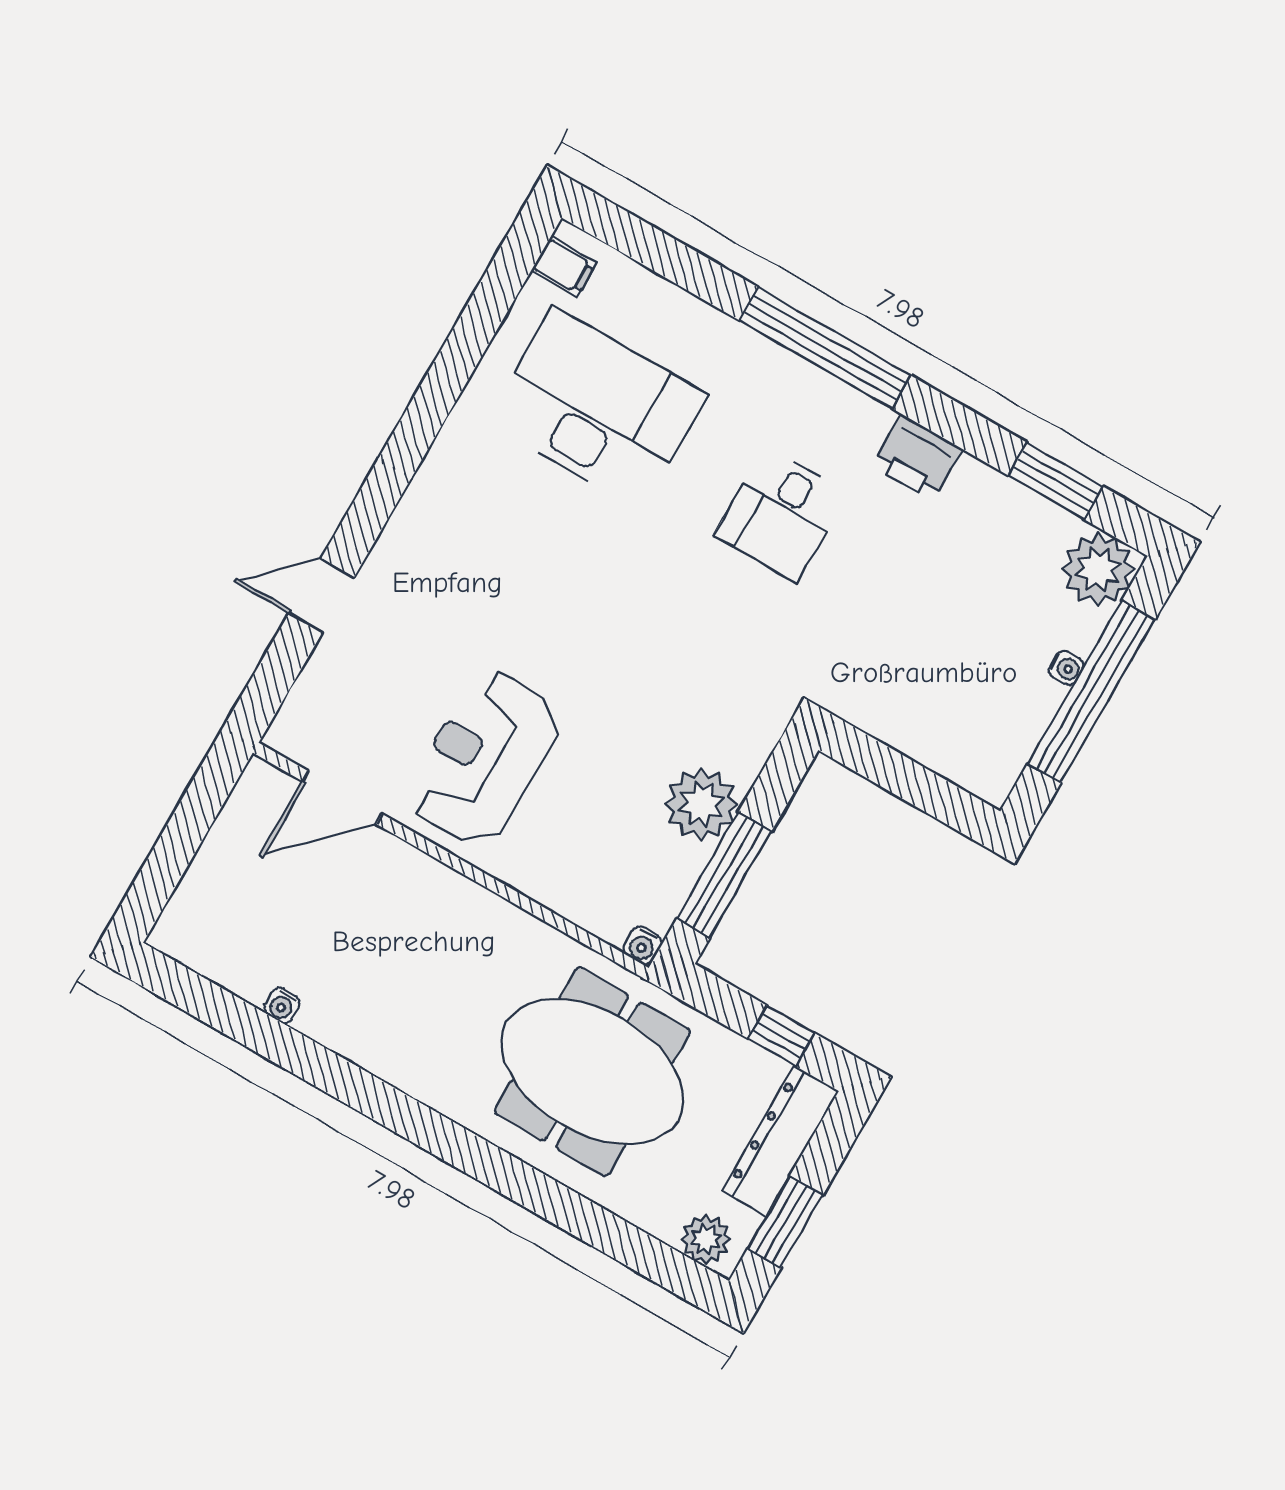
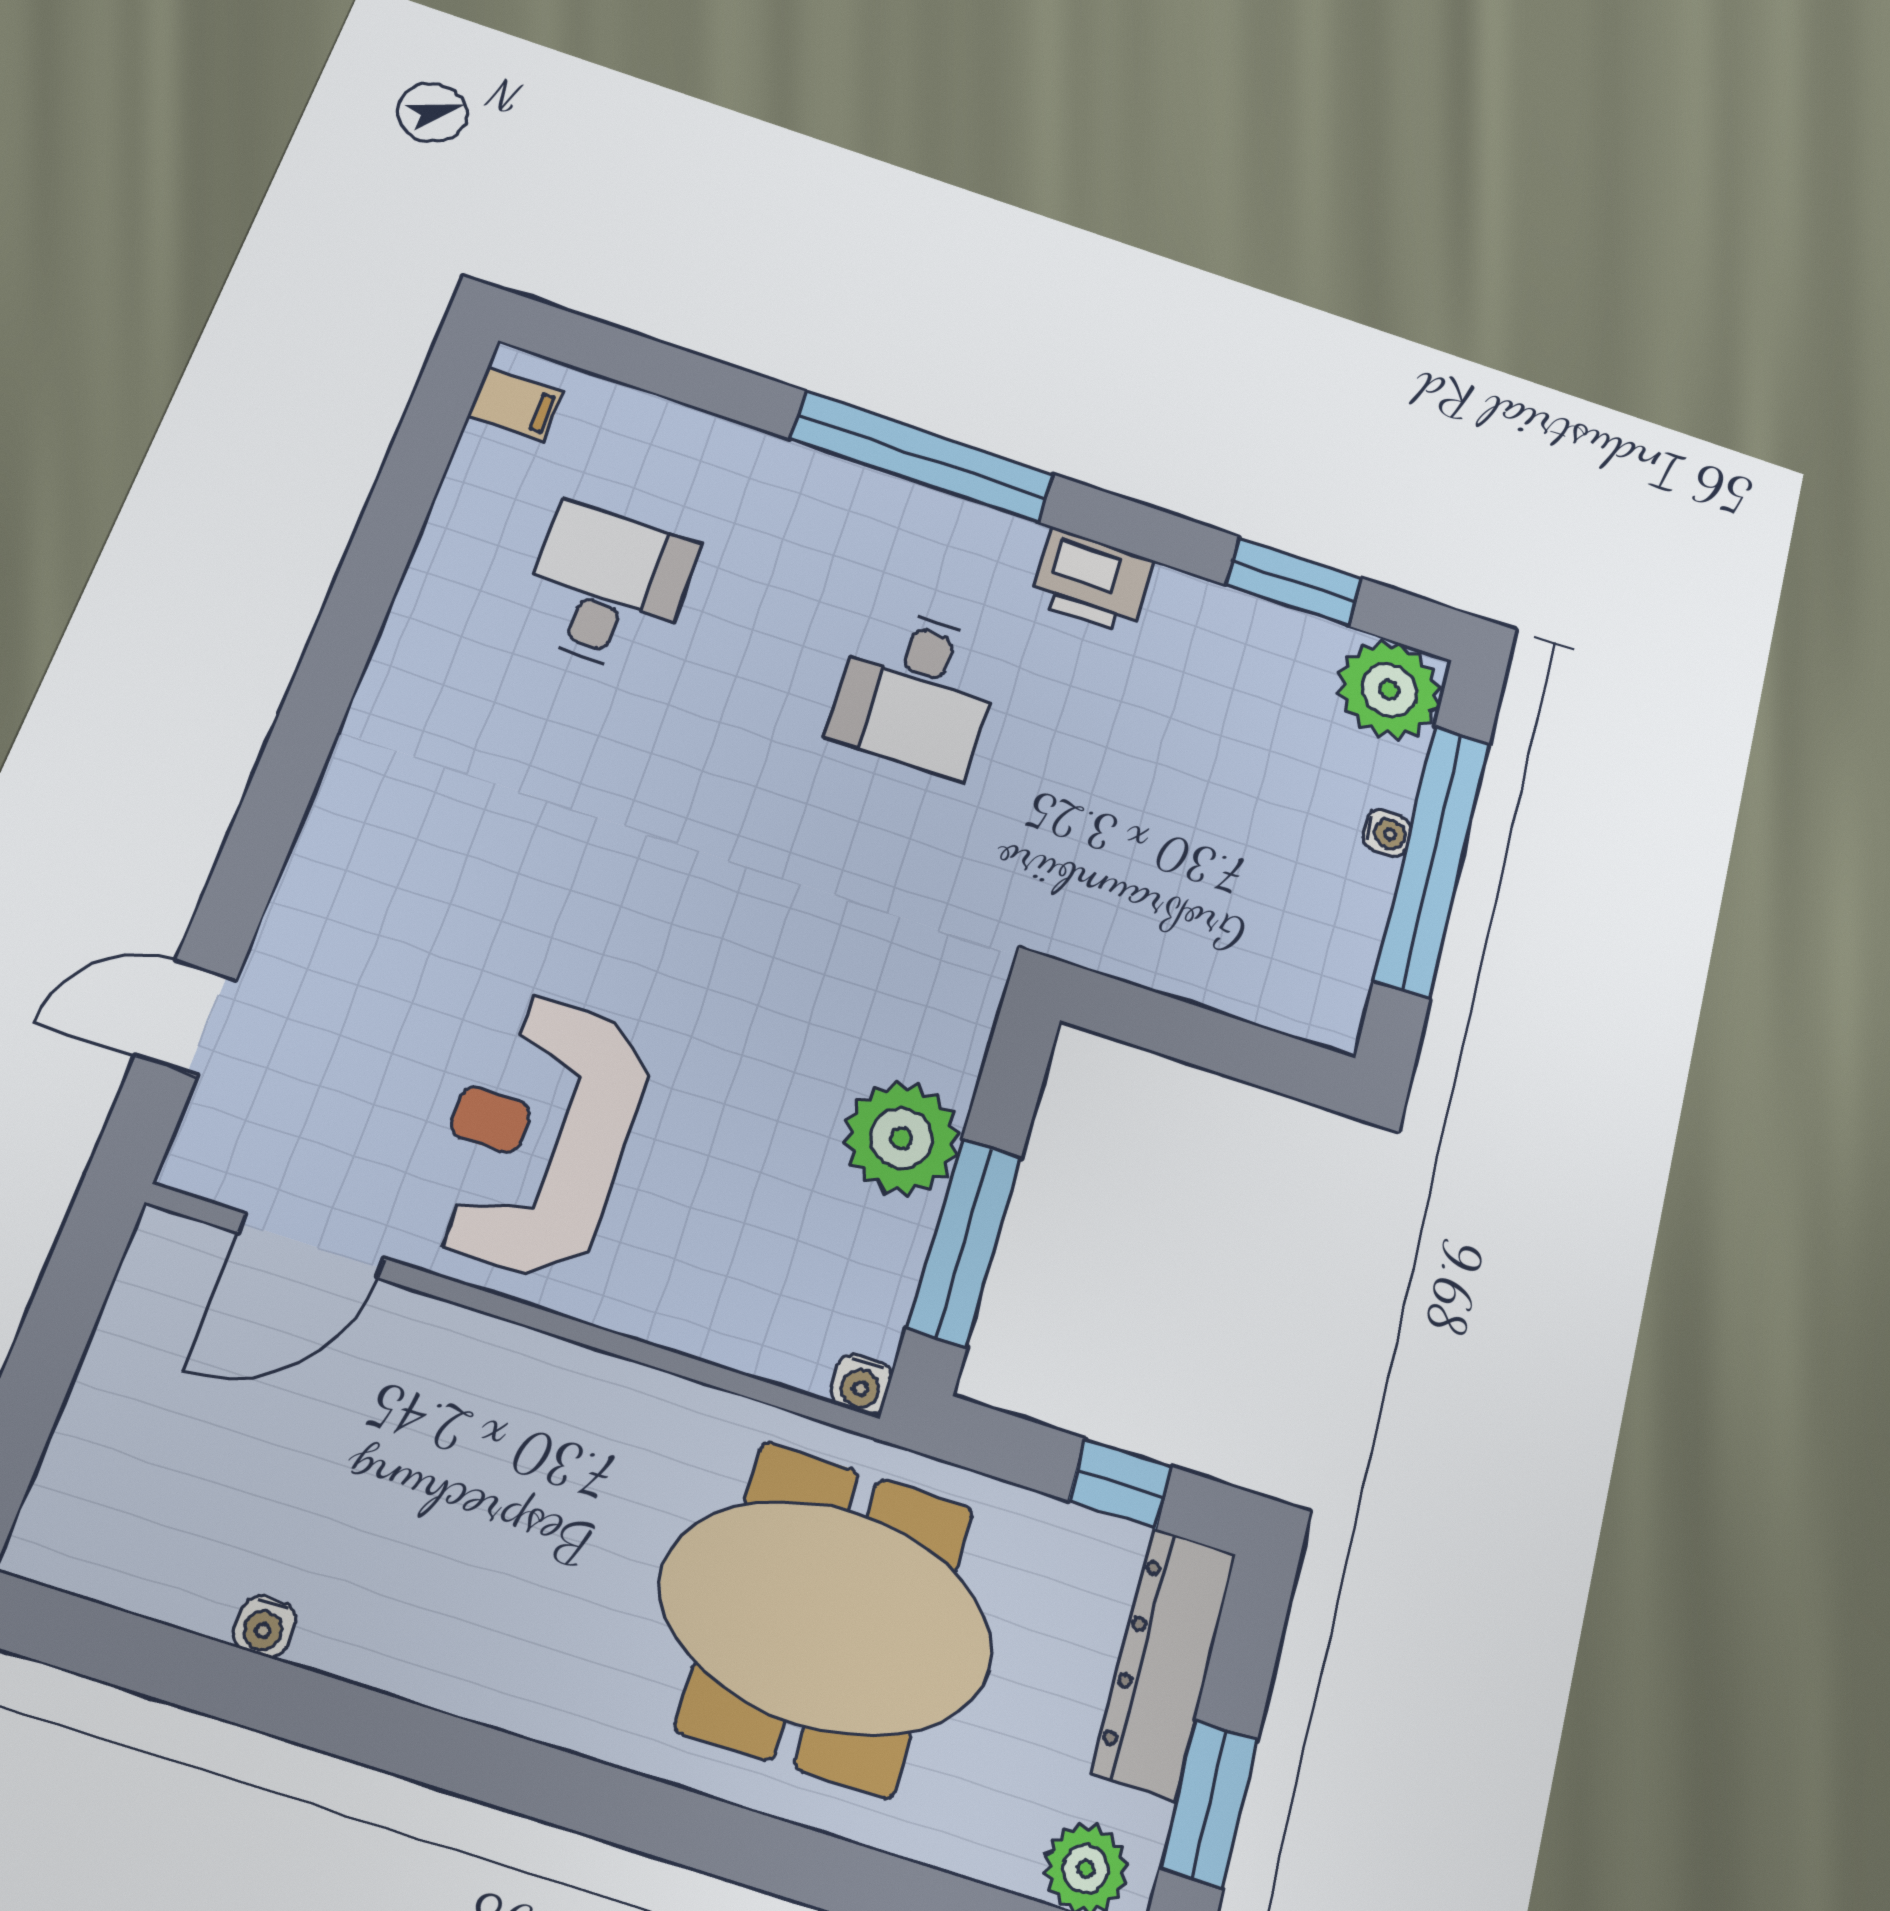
desk: (597, 408) -> (607, 588), width x0.53, depth x0.77
door: (322, 595) -> (186, 1017), moved

